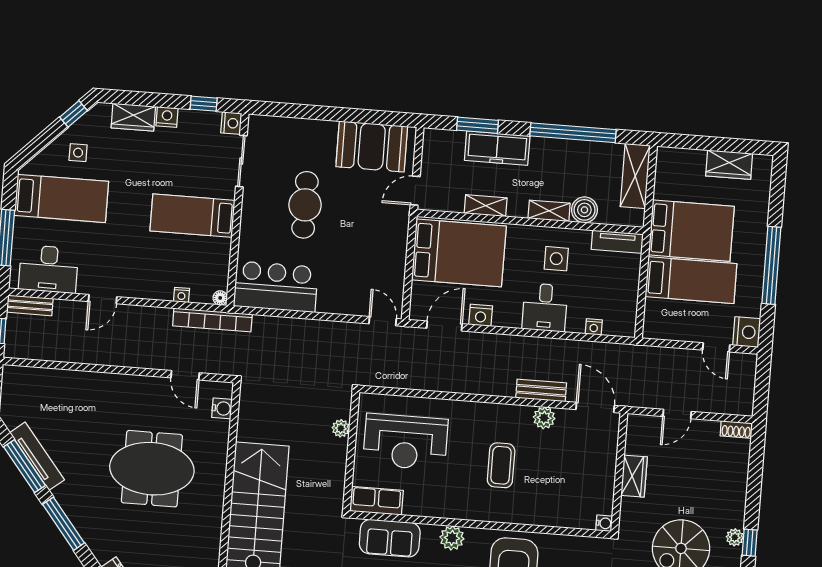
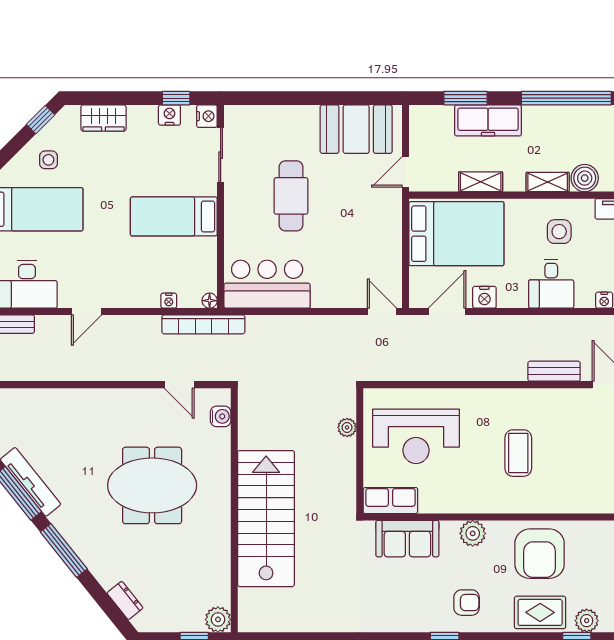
nightstand: (167, 117) -> (169, 115), moved
plant: (544, 418) -> (559, 400), removed

